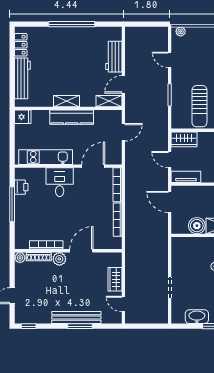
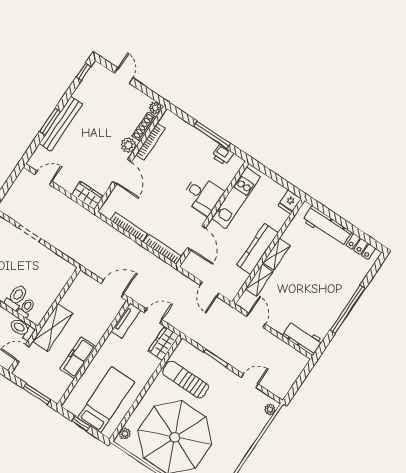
workbench: (114, 57) -> (302, 338), moved
shelving: (109, 101) -> (259, 280), moved
boiler: (197, 226) -> (72, 300), removed
wardrobe: (115, 279) -> (87, 195), moved

